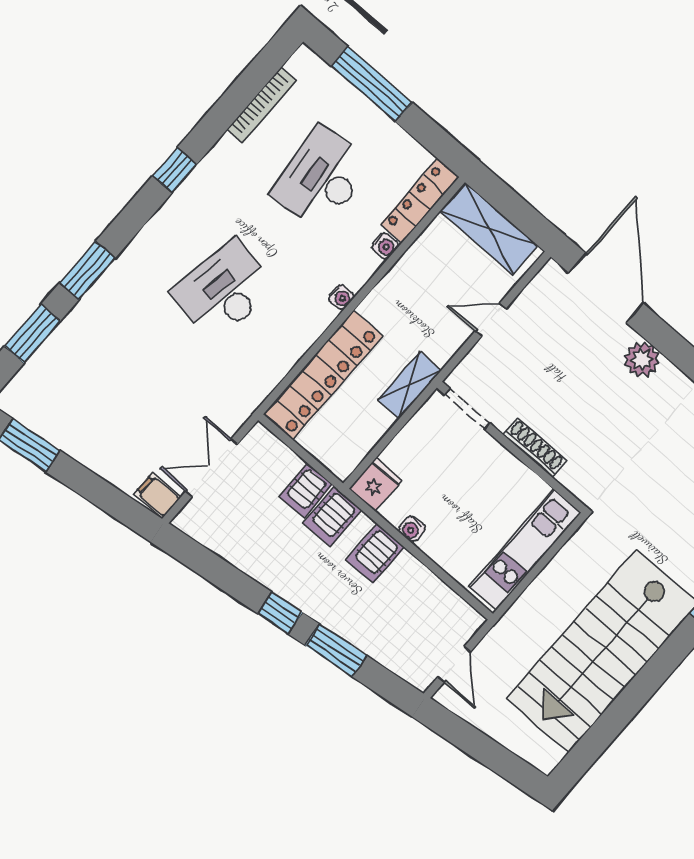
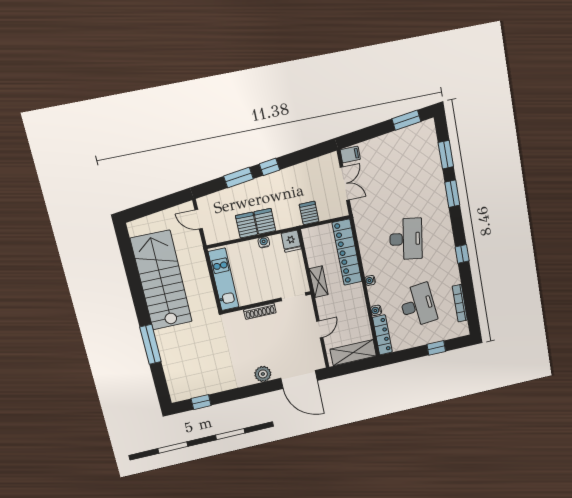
window: (372, 84) -> (436, 348), width x0.46
server rack: (332, 516) -> (246, 225), moved

